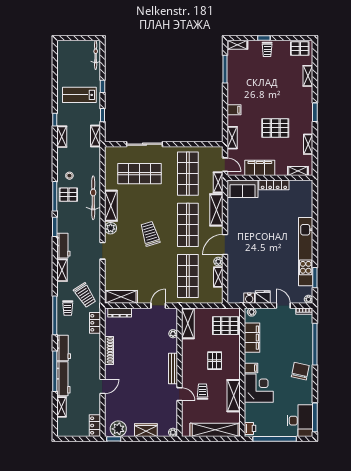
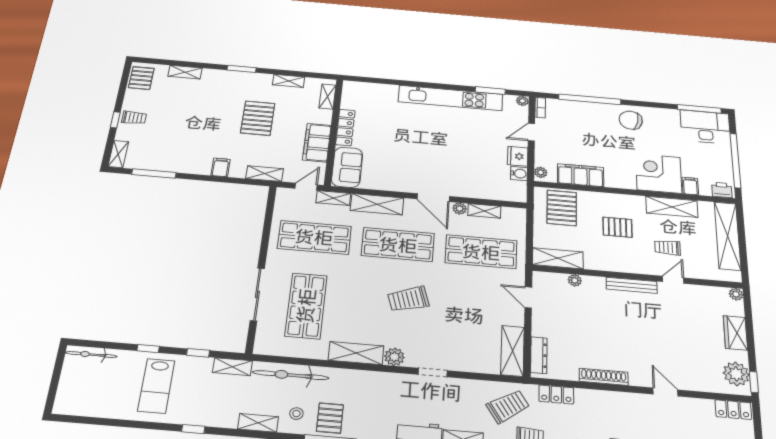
shelving: (62, 137) -> (258, 423), moved
bicycle: (93, 198) -> (291, 375), moved
filing cabinet: (251, 368) -> (690, 186), moved

